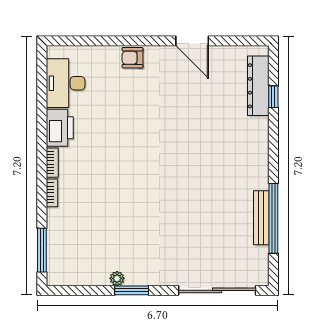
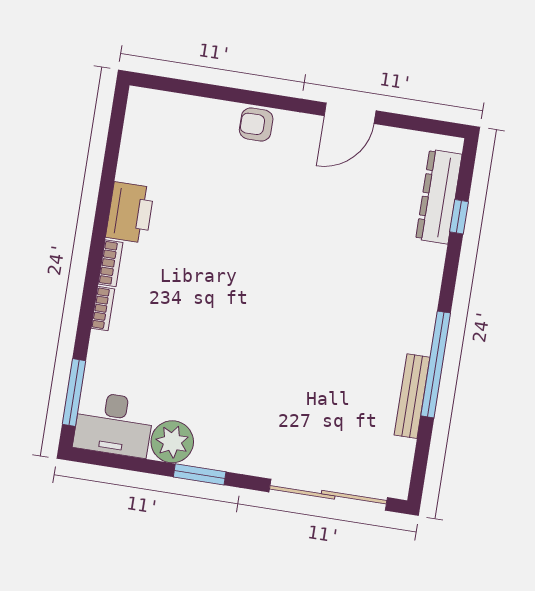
door: (192, 41) -> (350, 113), hinge flipped
desk: (66, 83) -> (114, 424), moved, turned -90
window: (273, 218) -> (436, 364), moved
plant: (117, 278) -> (172, 442), width x1.88, depth x1.88

